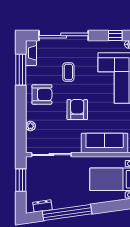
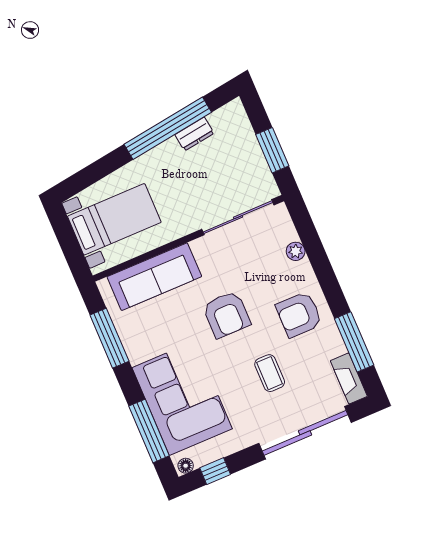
dresser: (43, 206) -> (194, 134), moved

